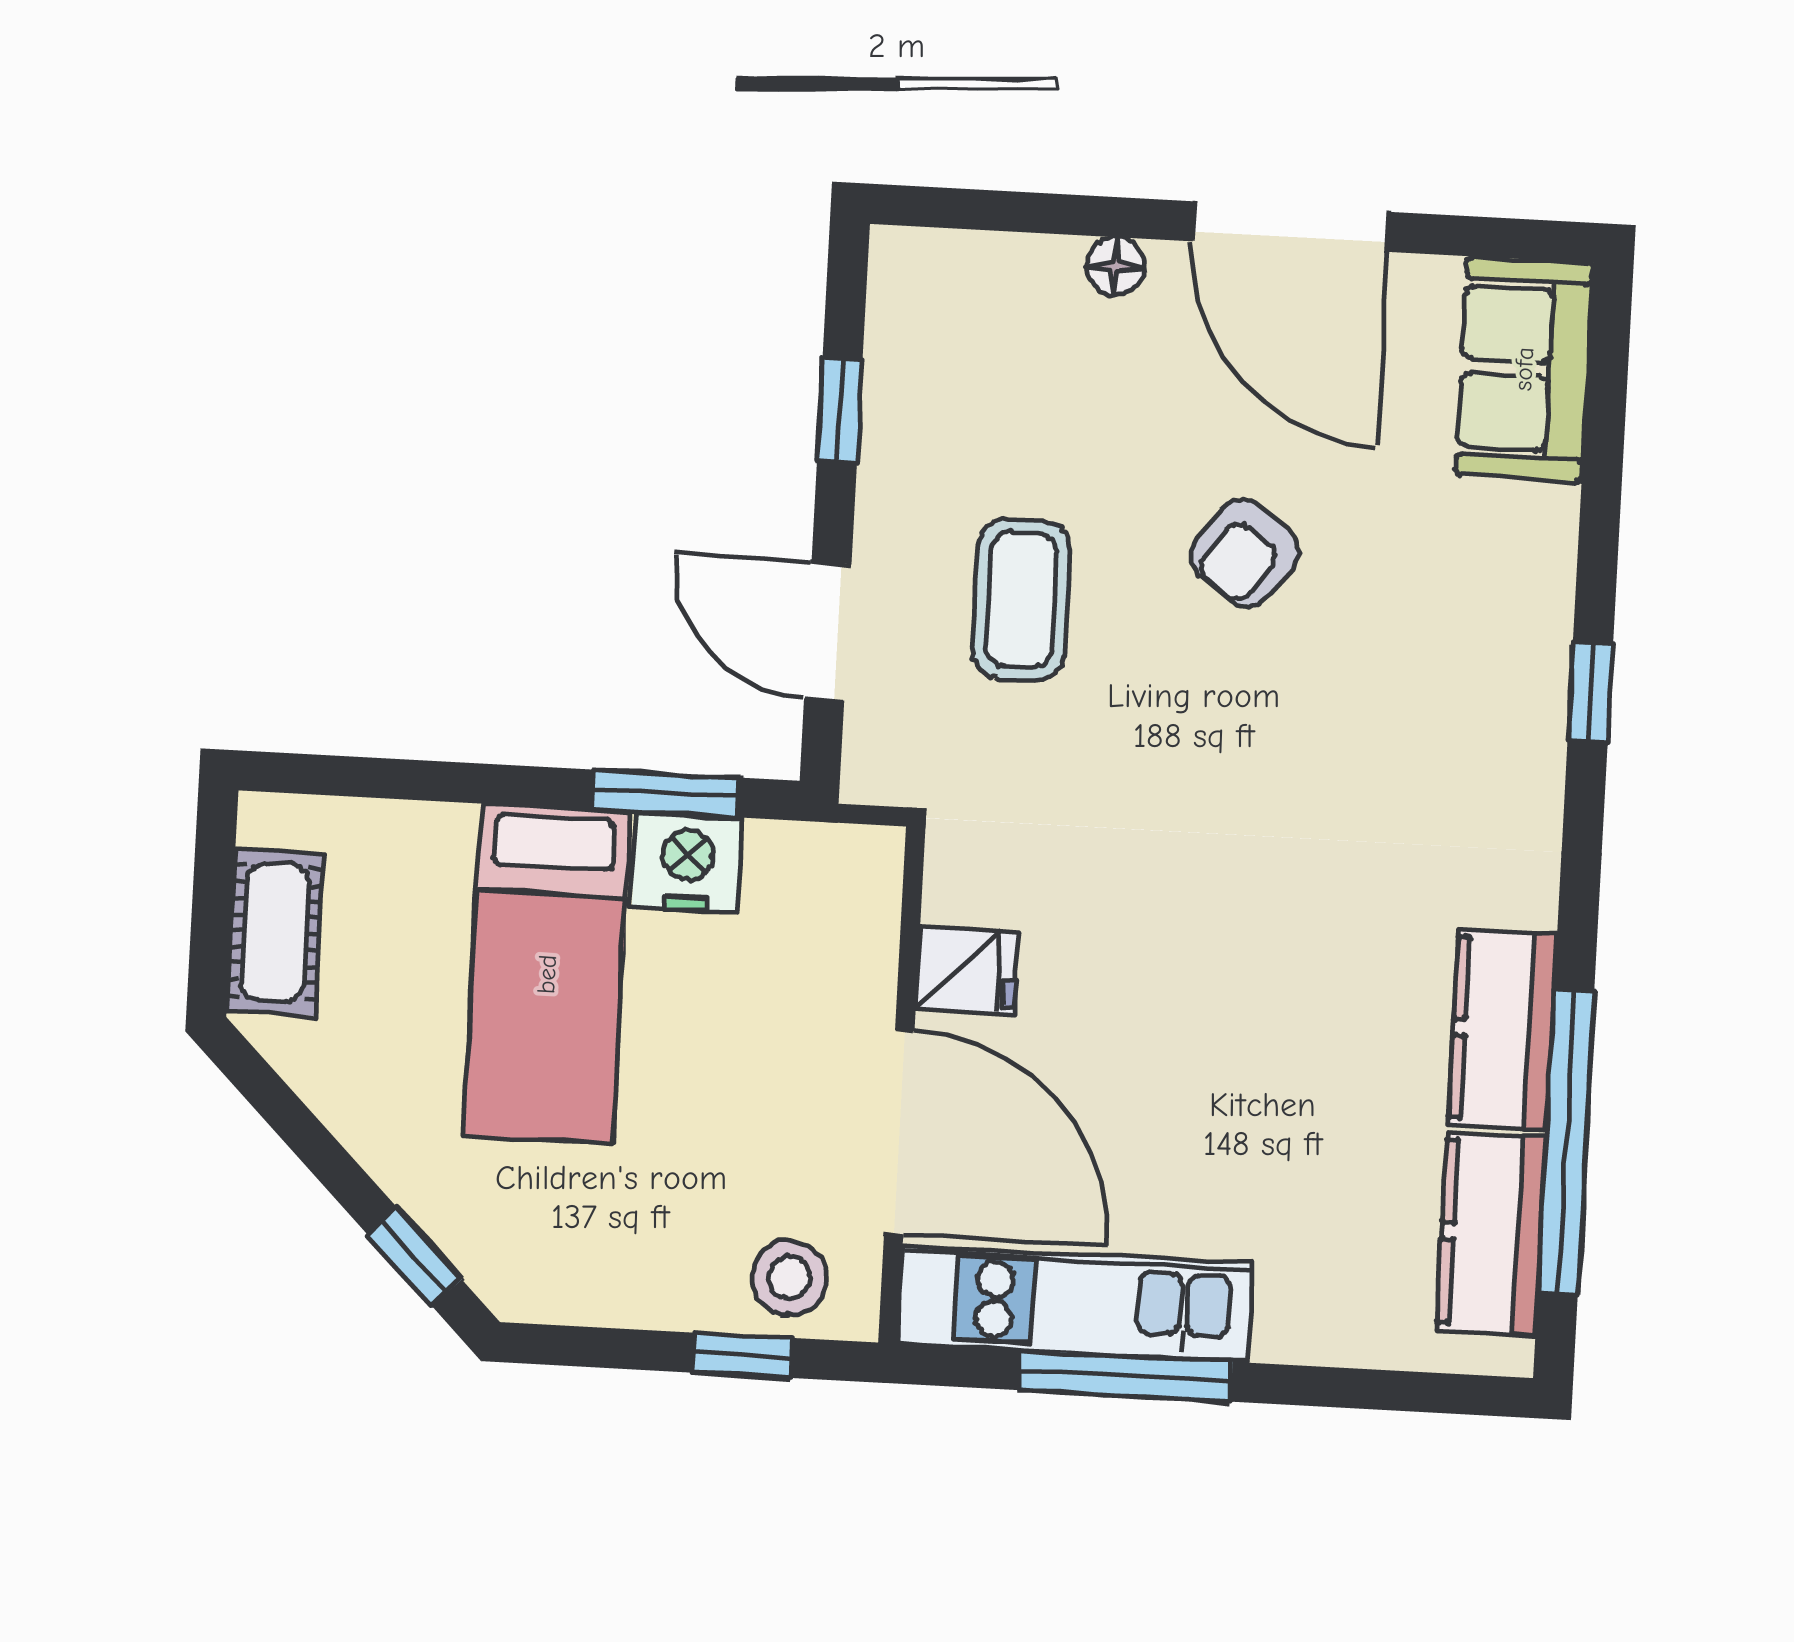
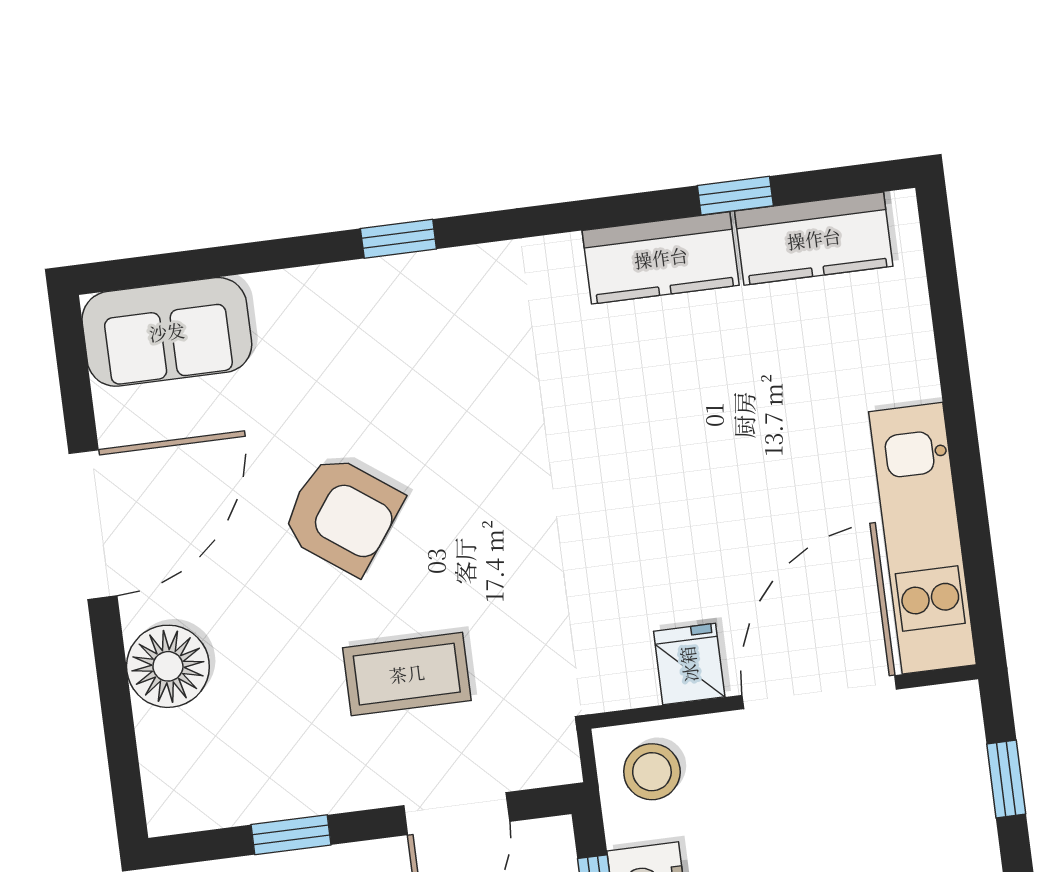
floor lamp: (1116, 266) -> (168, 666), width x1.89, depth x1.89
armchair: (1245, 553) -> (342, 514), width x1.38, depth x1.38
window: (1566, 1142) -> (735, 196), width x0.32
stool: (789, 1277) -> (652, 772), moved
window: (1125, 1376) -> (969, 491), removed

